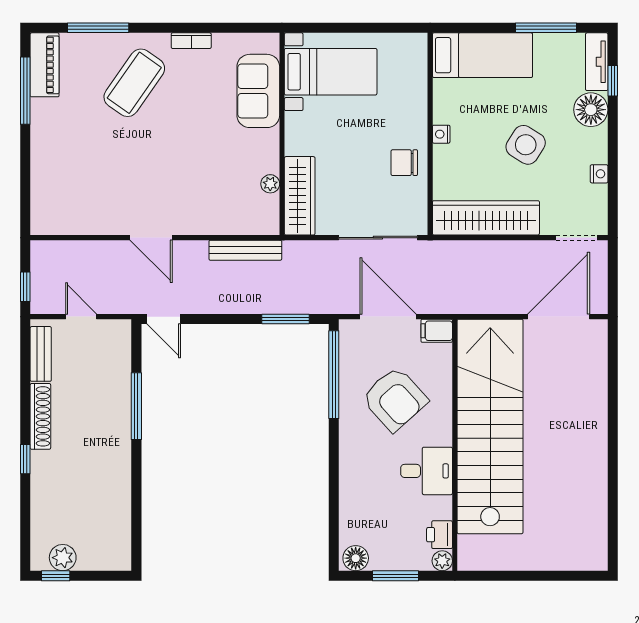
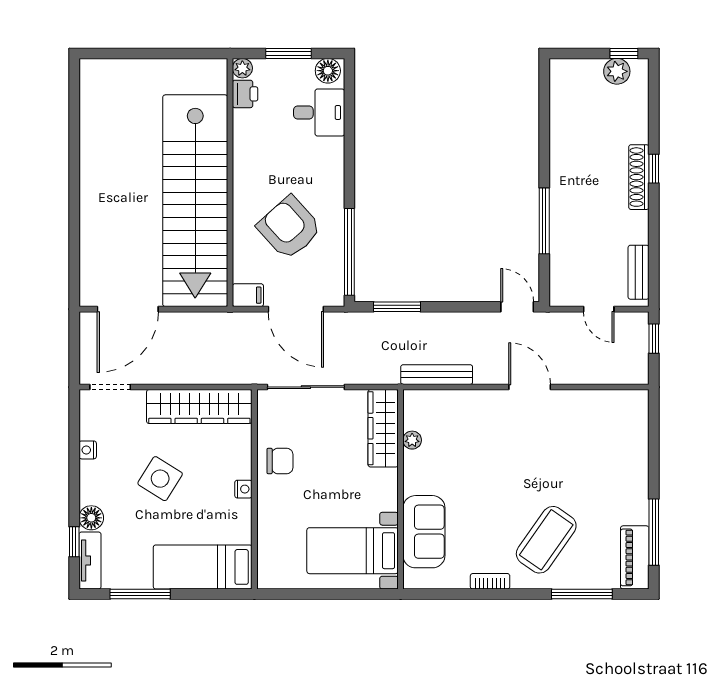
floor lamp: (591, 110) -> (91, 518), width x0.73, depth x0.73
shoe rack: (40, 416) -> (639, 177), moved
desk: (427, 471) -> (319, 113), moved, turned 180

